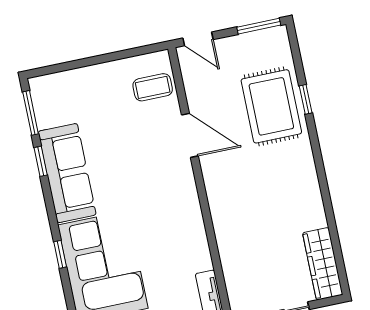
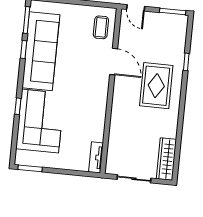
coffee table: (153, 87) -> (101, 27), turned 90
rug: (271, 106) -> (156, 86), moved
sofa: (67, 173) -> (41, 51), width x1.36, depth x1.27

